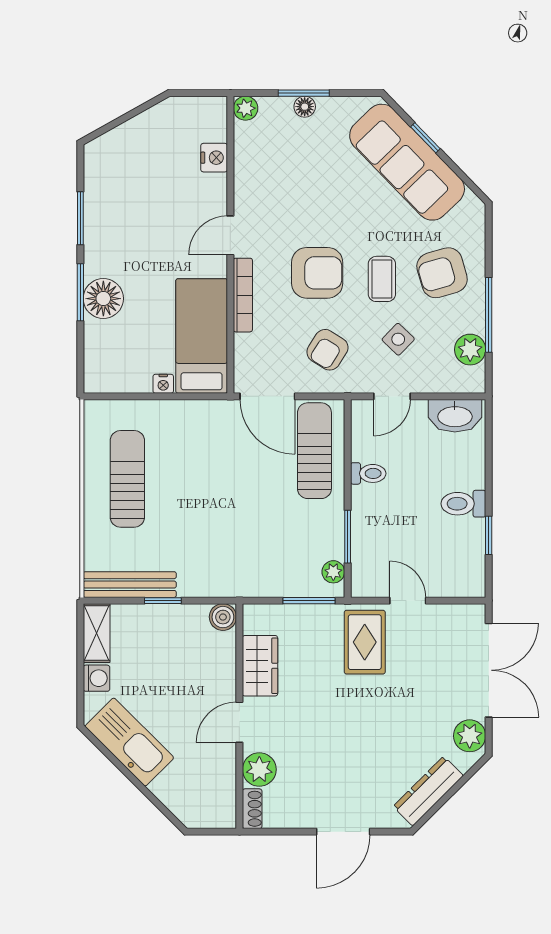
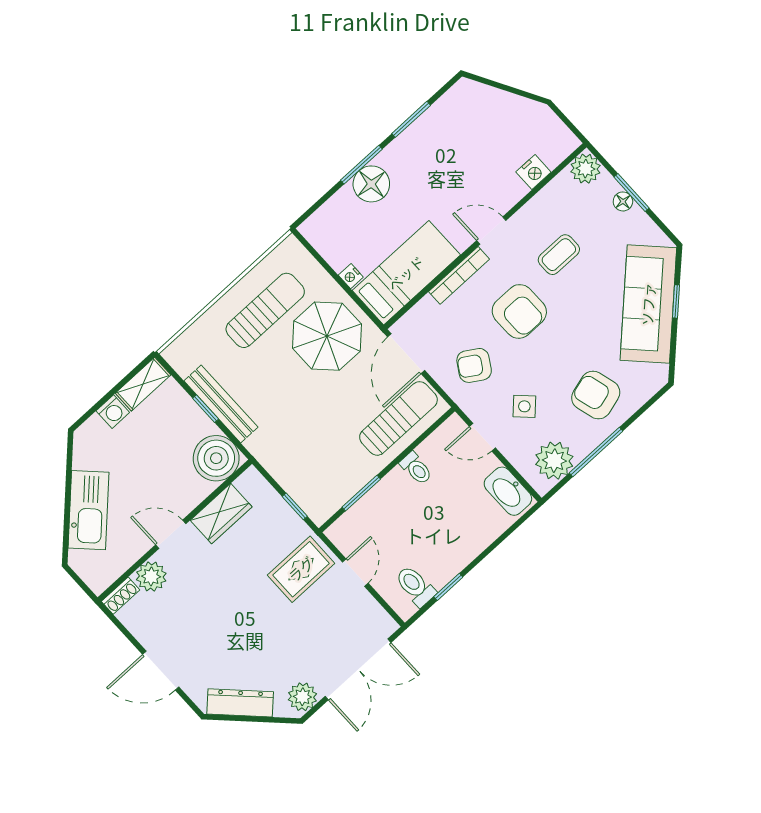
plant: (246, 108) -> (586, 169), width x1.38, depth x1.38
coffee table: (382, 279) -> (559, 255), moved
plant: (470, 350) -> (554, 461), width x1.36, depth x1.36
parasol: (194, 448) -> (327, 336), added
toilet: (463, 504) -> (415, 586), moved
plant: (333, 572) -> (329, 505), removed
bench: (130, 585) -> (221, 404), moved
window: (309, 601) -> (295, 506), width x0.67
boiler: (223, 617) -> (216, 458), width x1.86, depth x1.86
kitchen sink: (129, 742) -> (88, 510), moved

